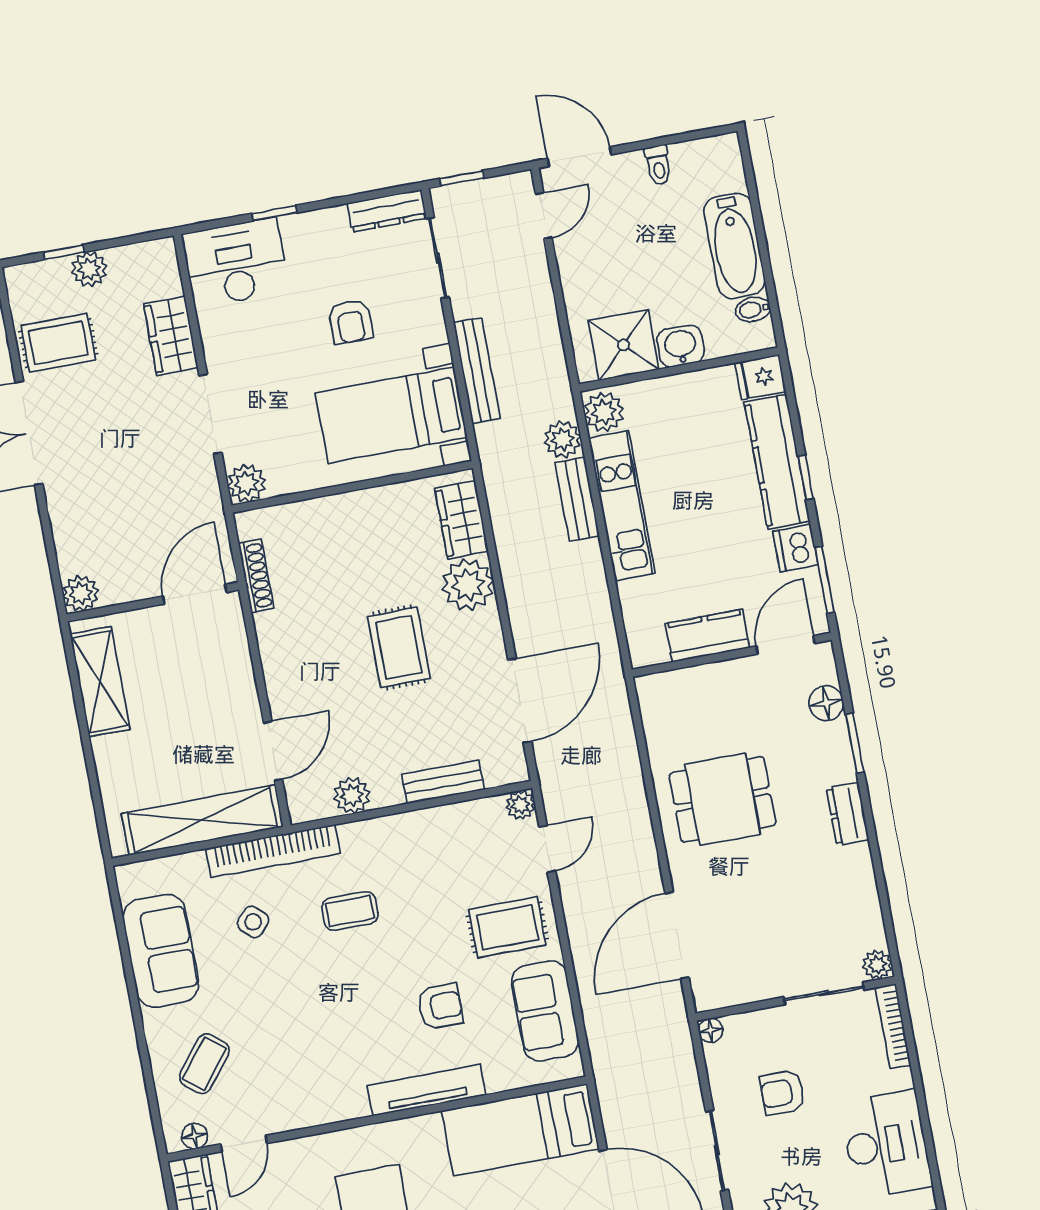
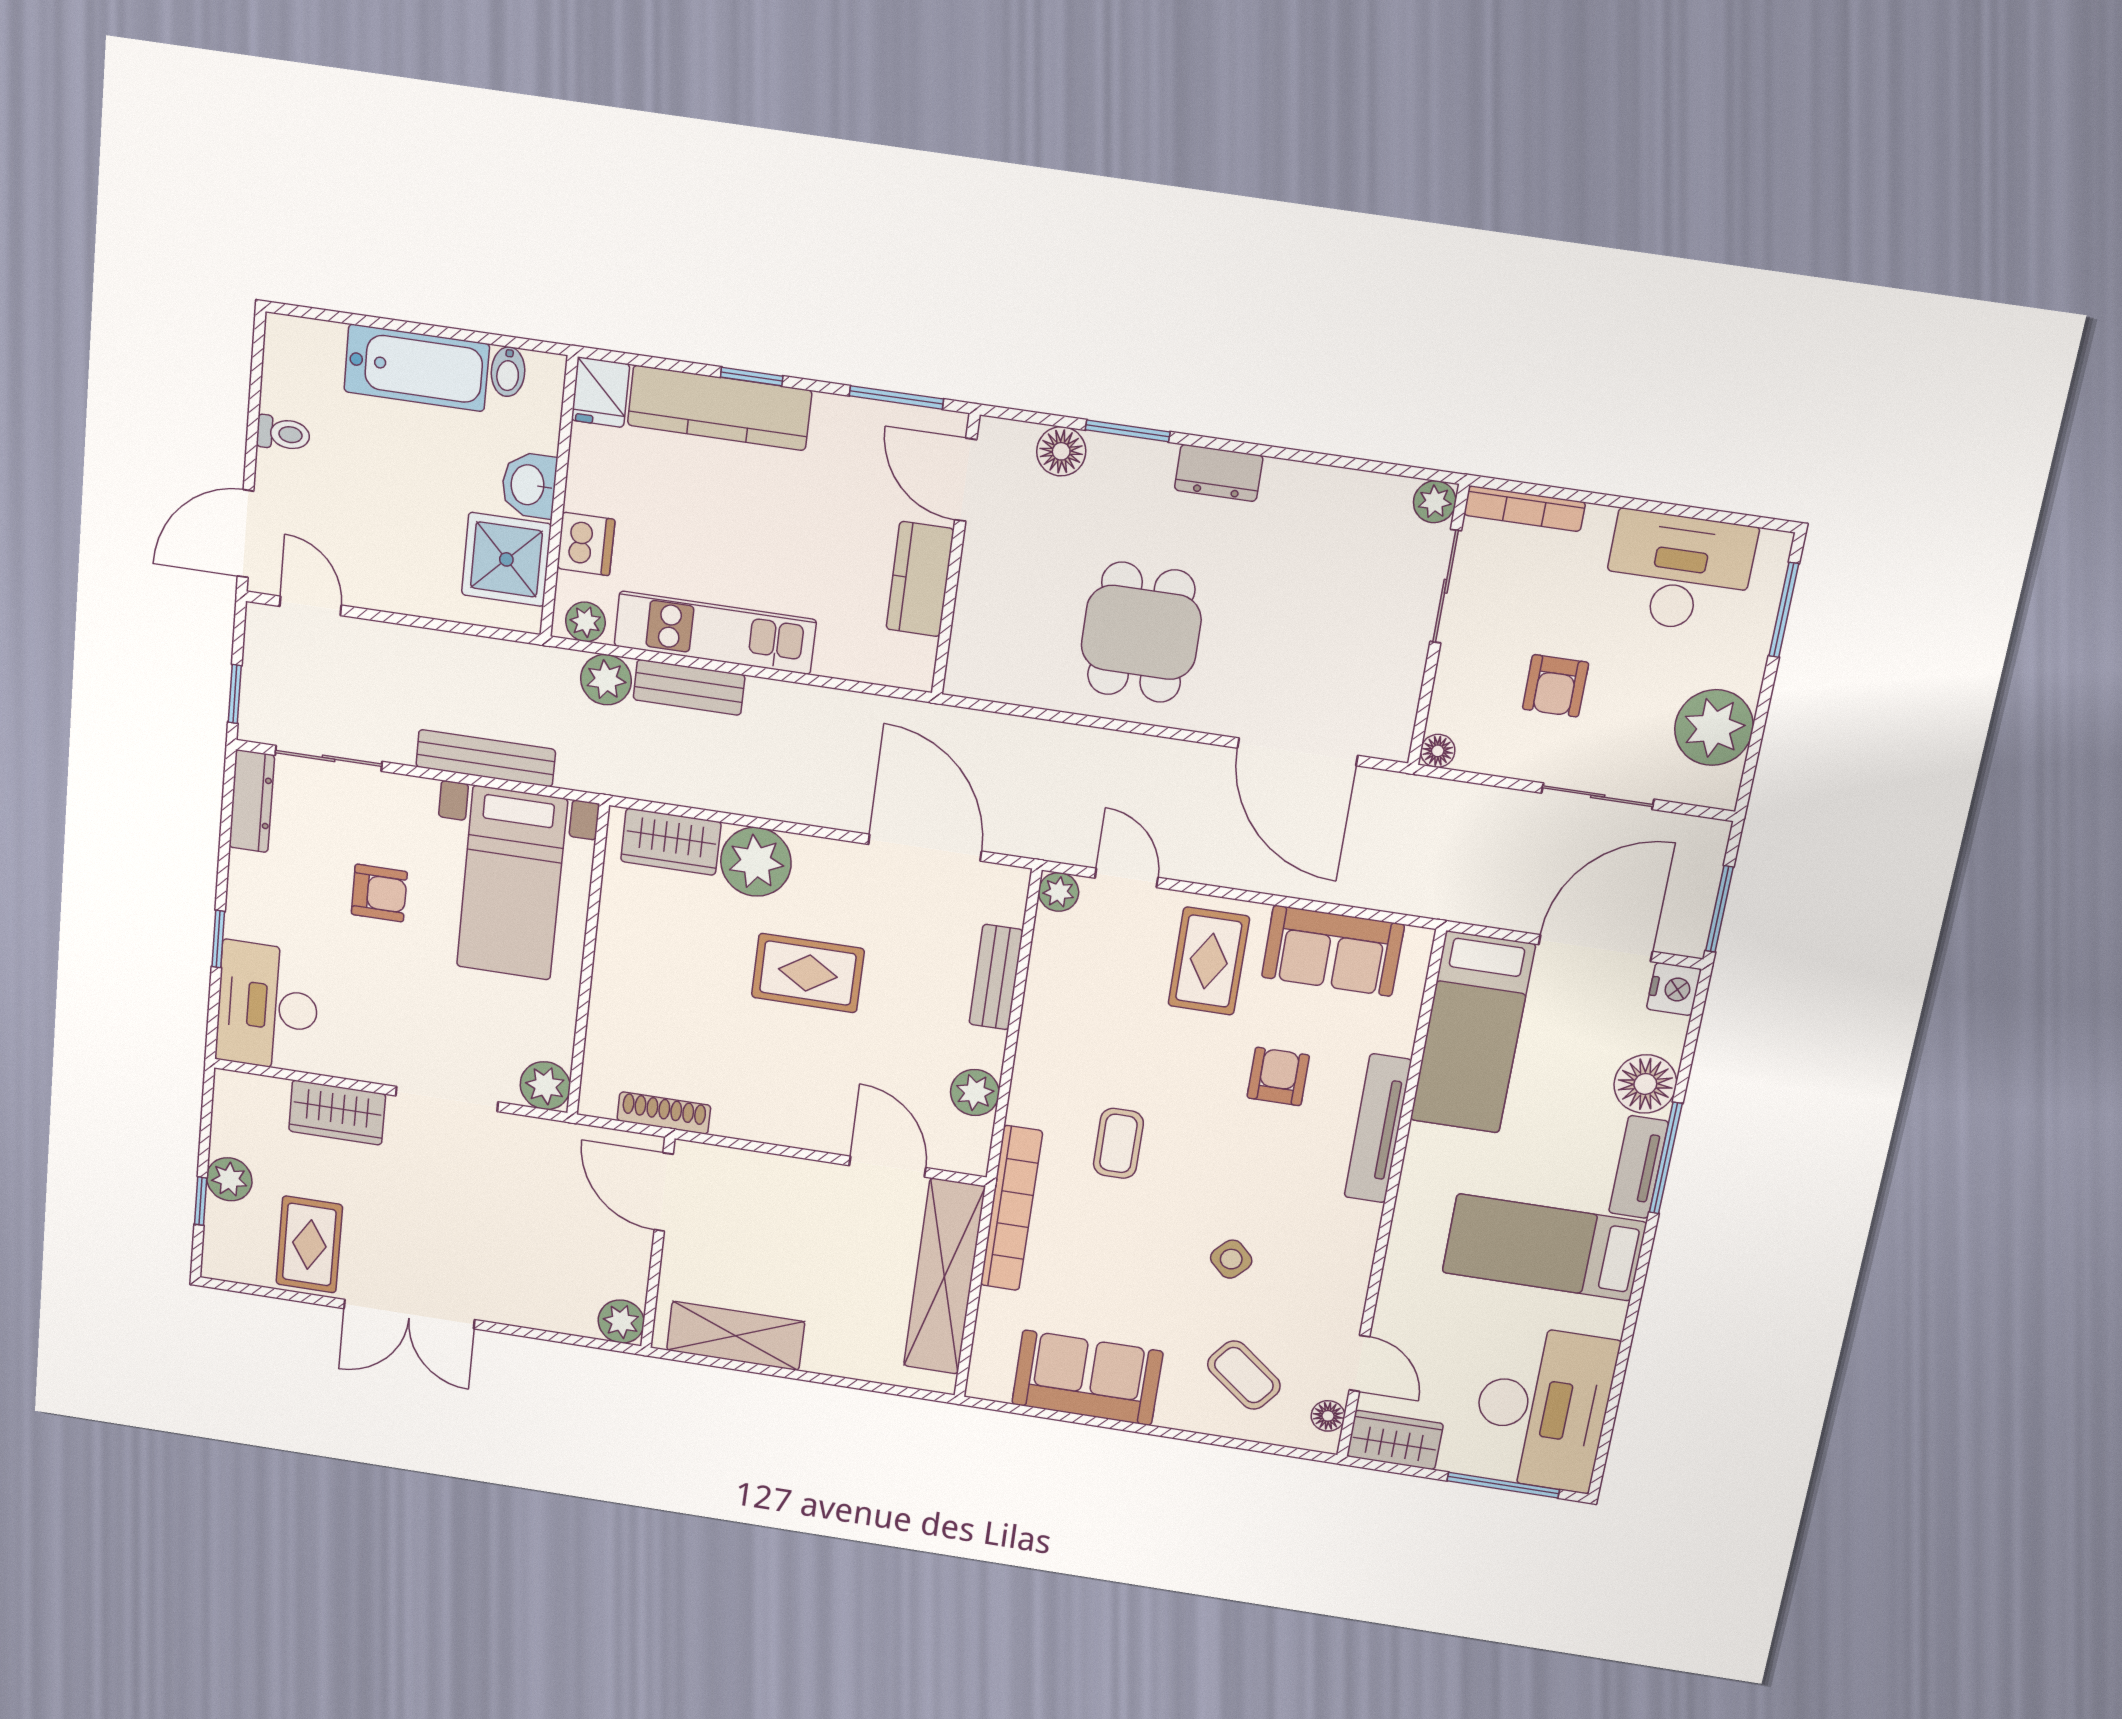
plant: (604, 412) -> (585, 622), width x0.73, depth x0.73
dishwasher: (795, 548) -> (586, 544), moved, turned -90
side table: (253, 922) -> (1231, 1259), moved

